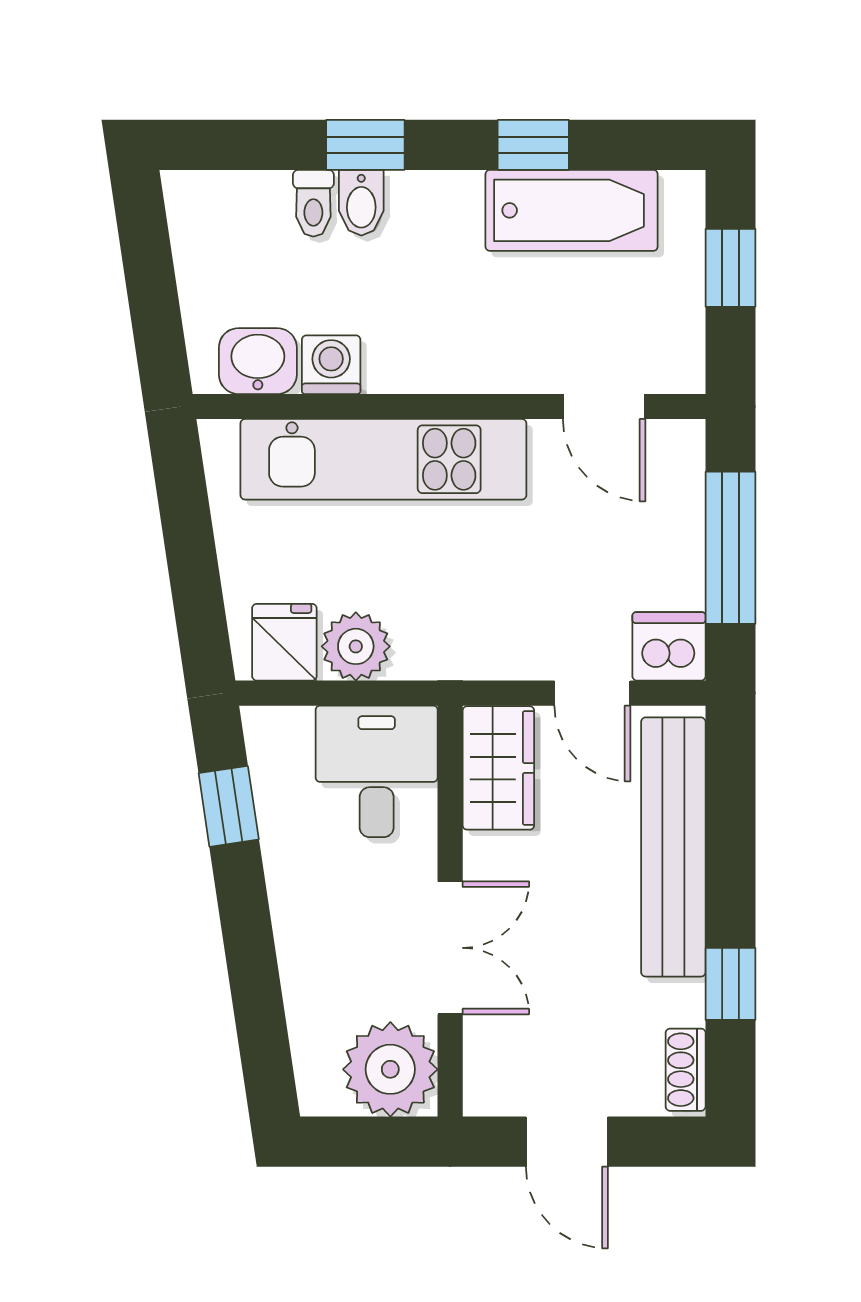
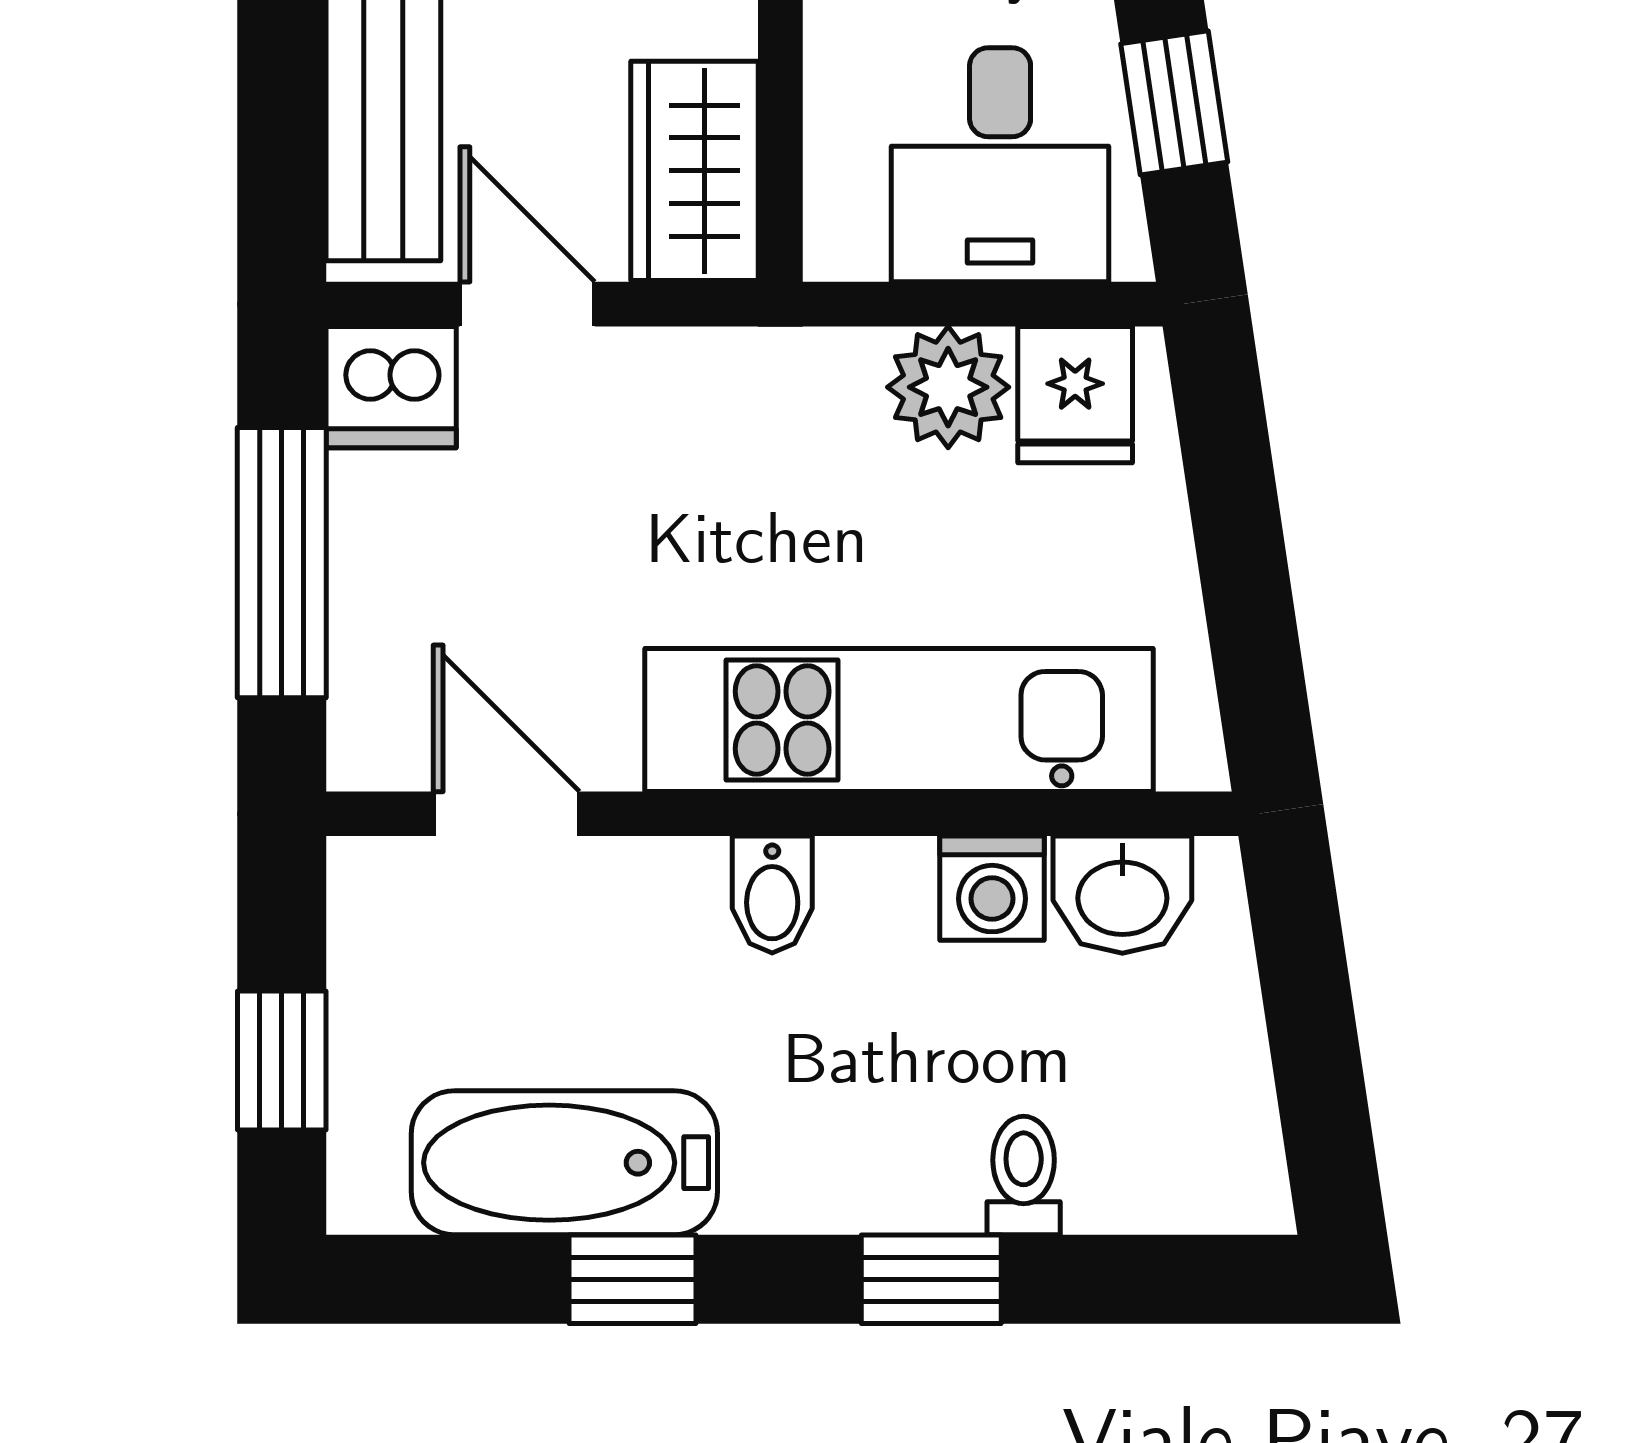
bidet: (361, 203) -> (772, 895), moved, turned 180
desk: (377, 771) -> (1000, 165), moved

